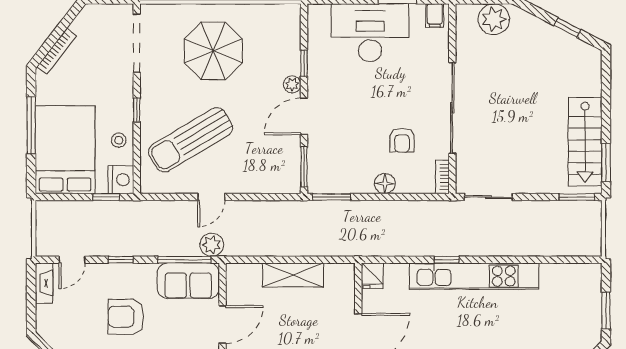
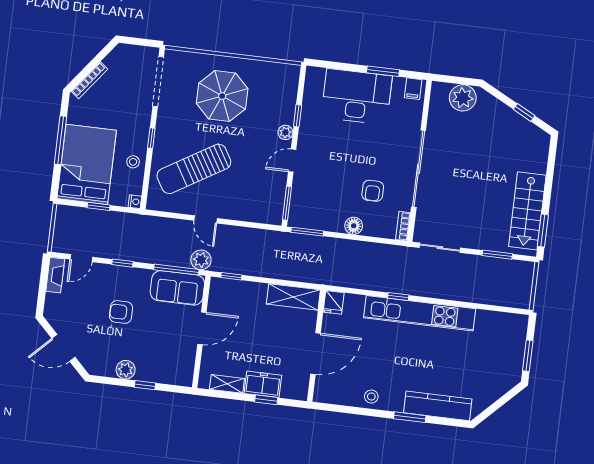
door: (304, 116) -> (292, 161), width x0.73
nightstand: (121, 180) -> (135, 202), width x0.53, depth x0.56
window: (106, 197) -> (99, 206), moved
door: (211, 197) -> (206, 219), hinge flipped
window: (577, 197) -> (497, 255), moved
window: (249, 260) -> (231, 276), added
shelving: (293, 275) -> (293, 297), moved
armchair: (126, 317) -> (121, 312), width x0.72, depth x0.72

